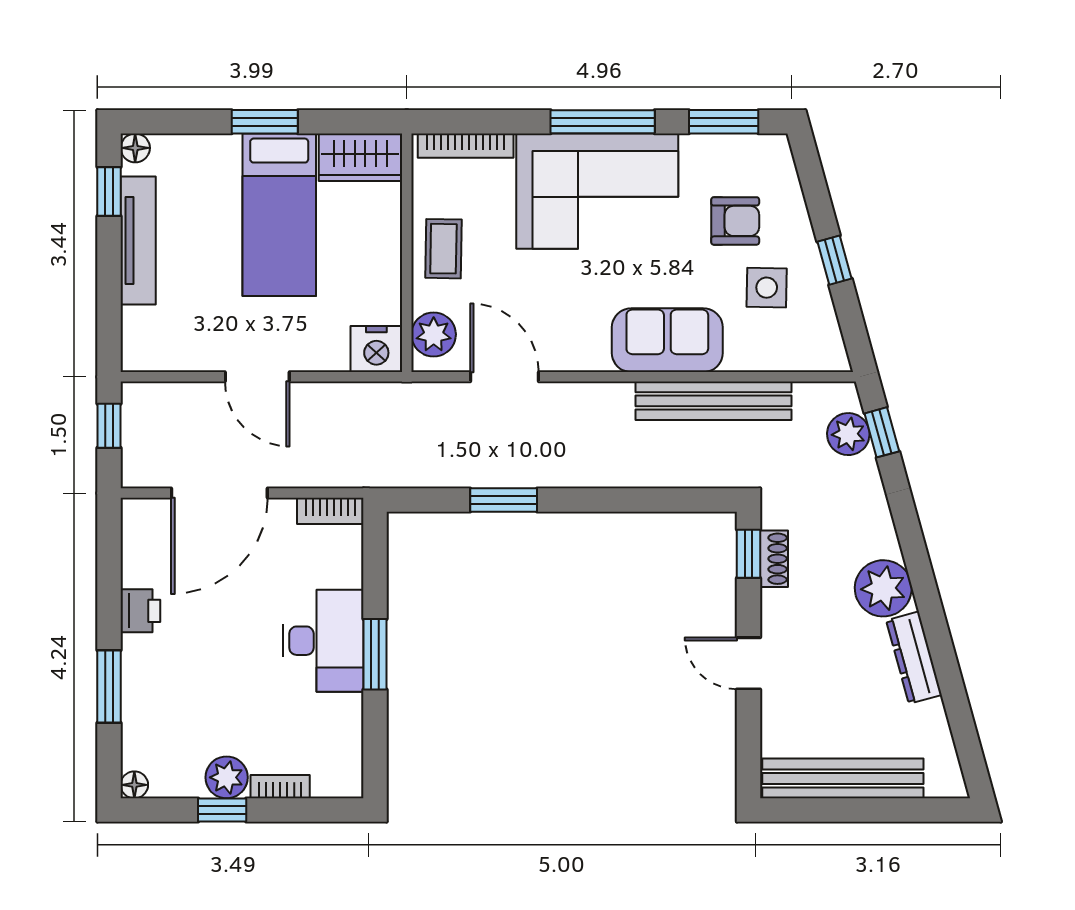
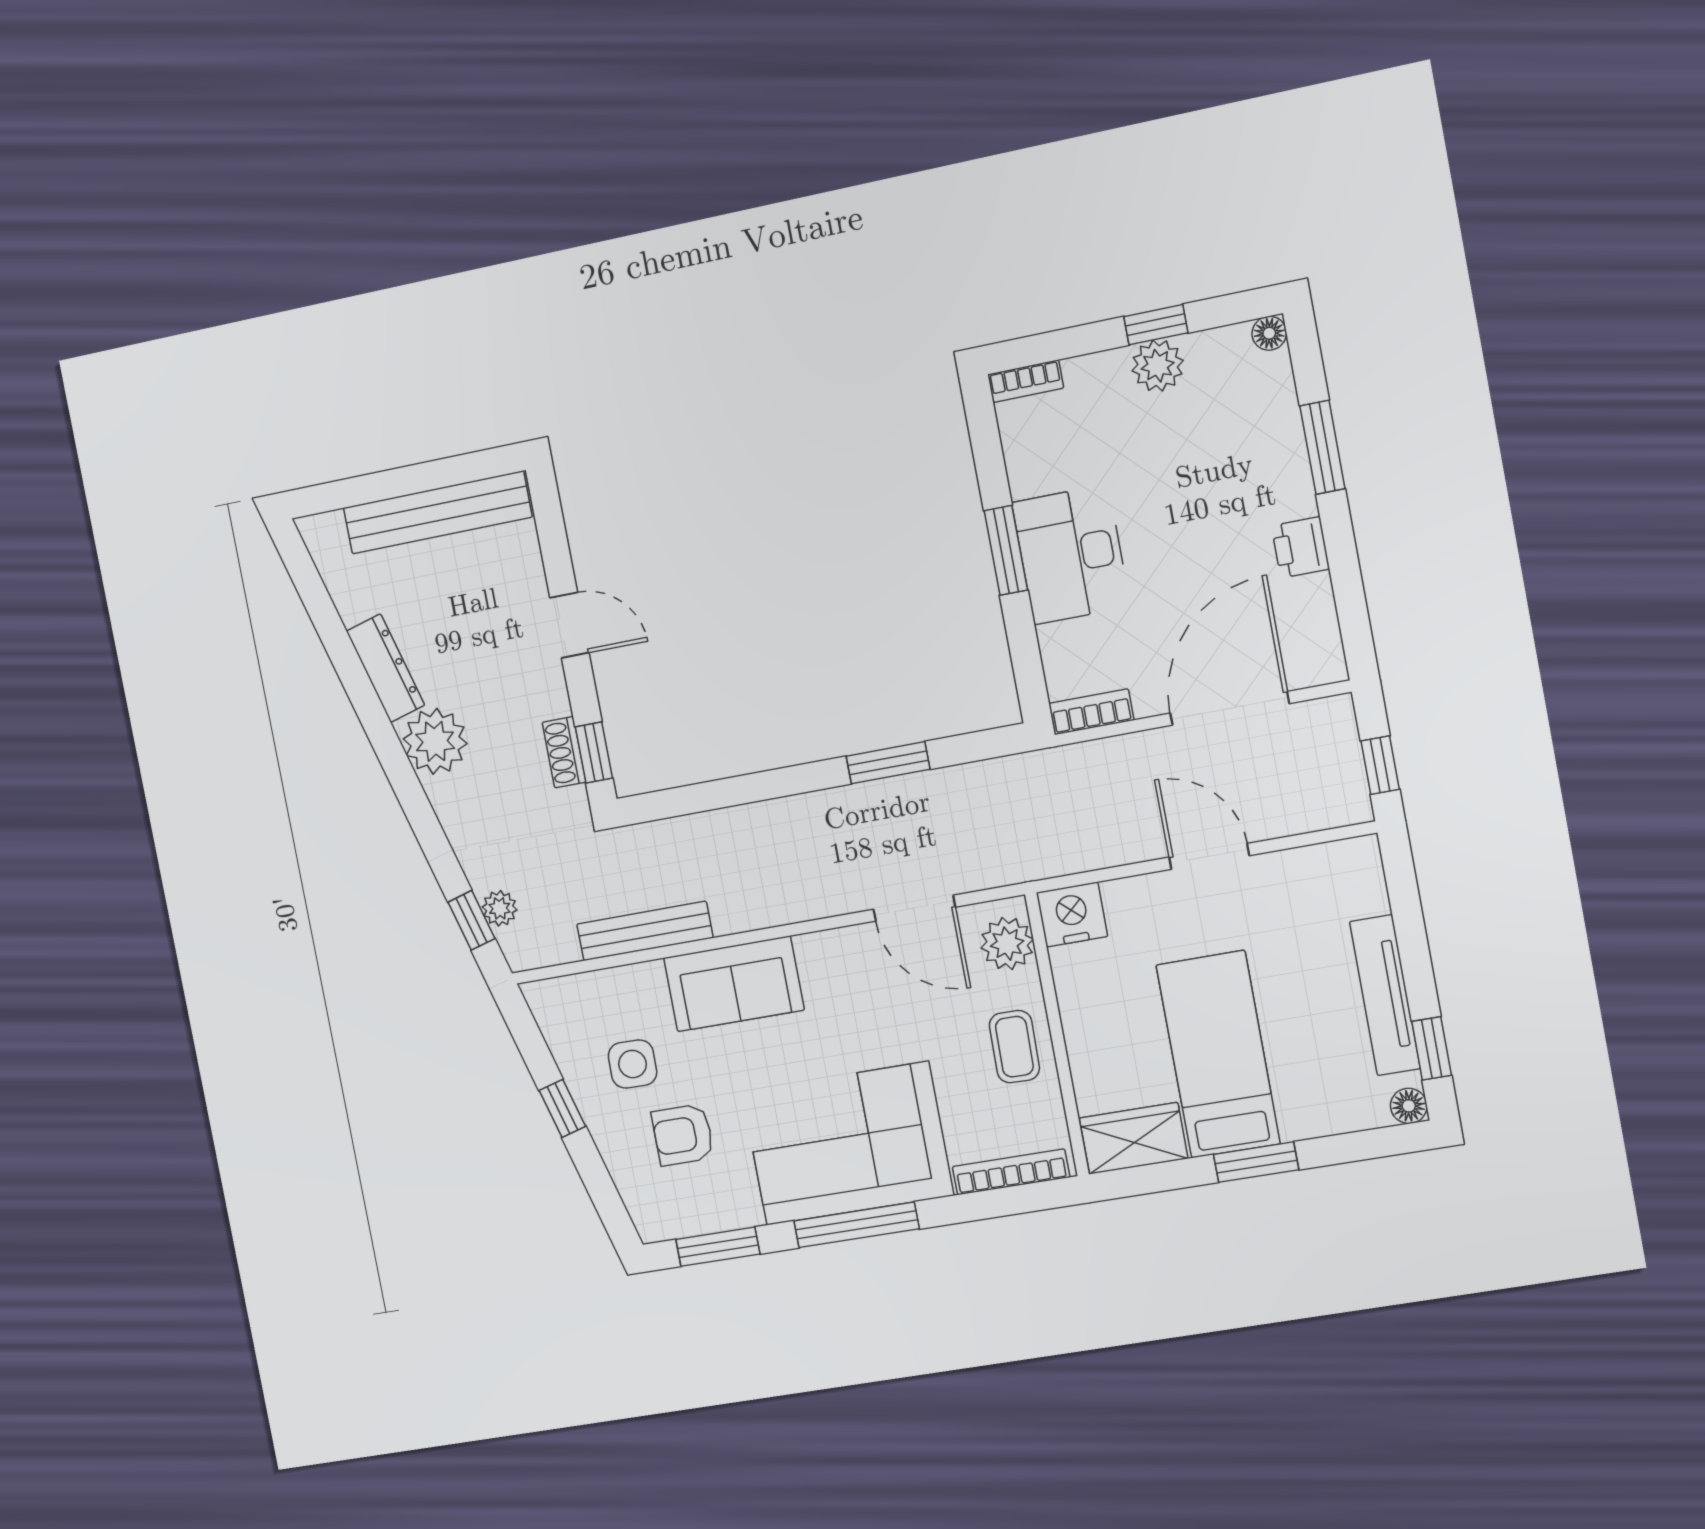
bench: (713, 401) -> (645, 931), width x0.73, depth x0.82
plant: (848, 434) -> (500, 908), width x0.73, depth x0.73
bookcase: (280, 787) -> (1026, 381), moved

